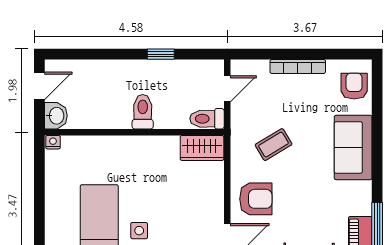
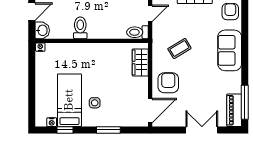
toilet: (143, 112) -> (80, 28), moved
wardrobe: (202, 148) -> (140, 62), moved, turned 90
armchair: (256, 199) -> (168, 83), turned -90

